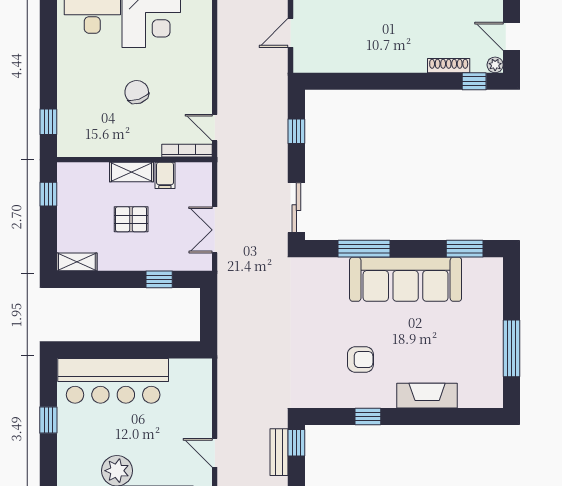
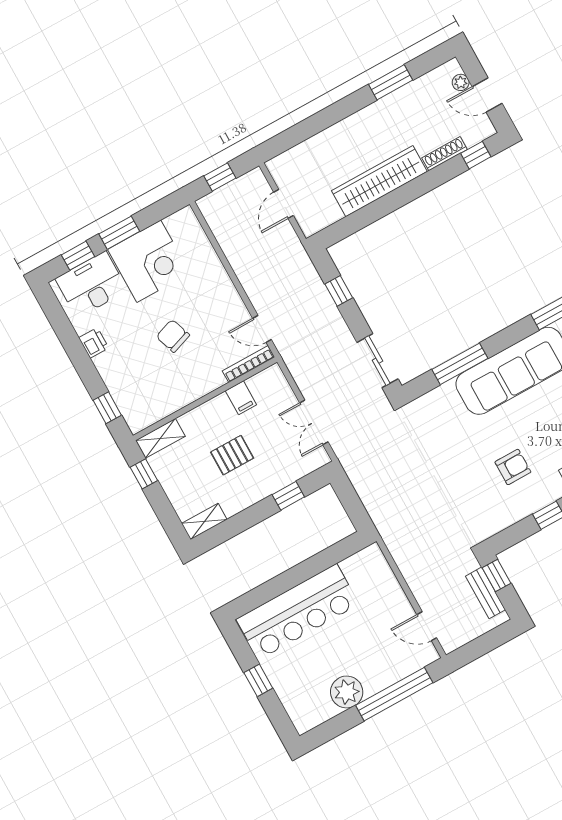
wardrobe: (381, 58) -> (379, 181), added
printer: (67, 61) -> (94, 343), added
plant: (495, 65) -> (461, 82), moved
shelving: (132, 172) -> (160, 438), moved

